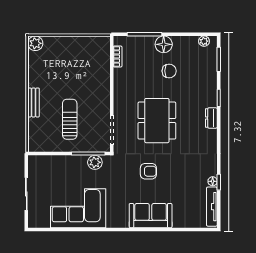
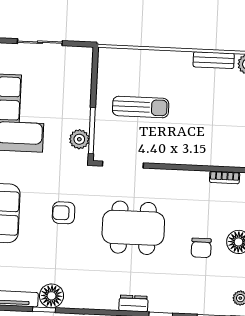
bench: (34, 102) -> (214, 60), moved
armchair: (148, 171) -> (64, 213), turned 90
floor lamp: (213, 181) -> (52, 296), width x1.89, depth x1.89

